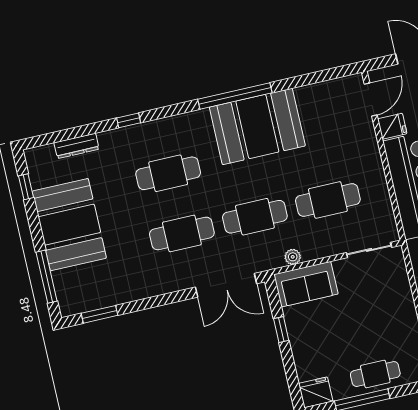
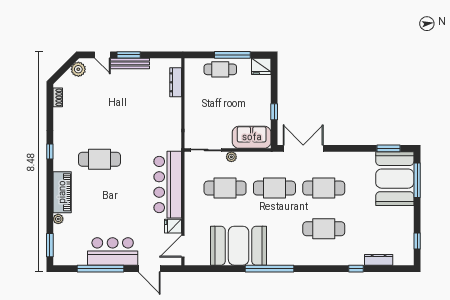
window: (129, 120) -> (356, 269), moved
booth: (257, 127) -> (239, 246), moved
booth: (69, 225) -> (395, 179), moved
plant: (293, 257) -> (231, 157), moved

